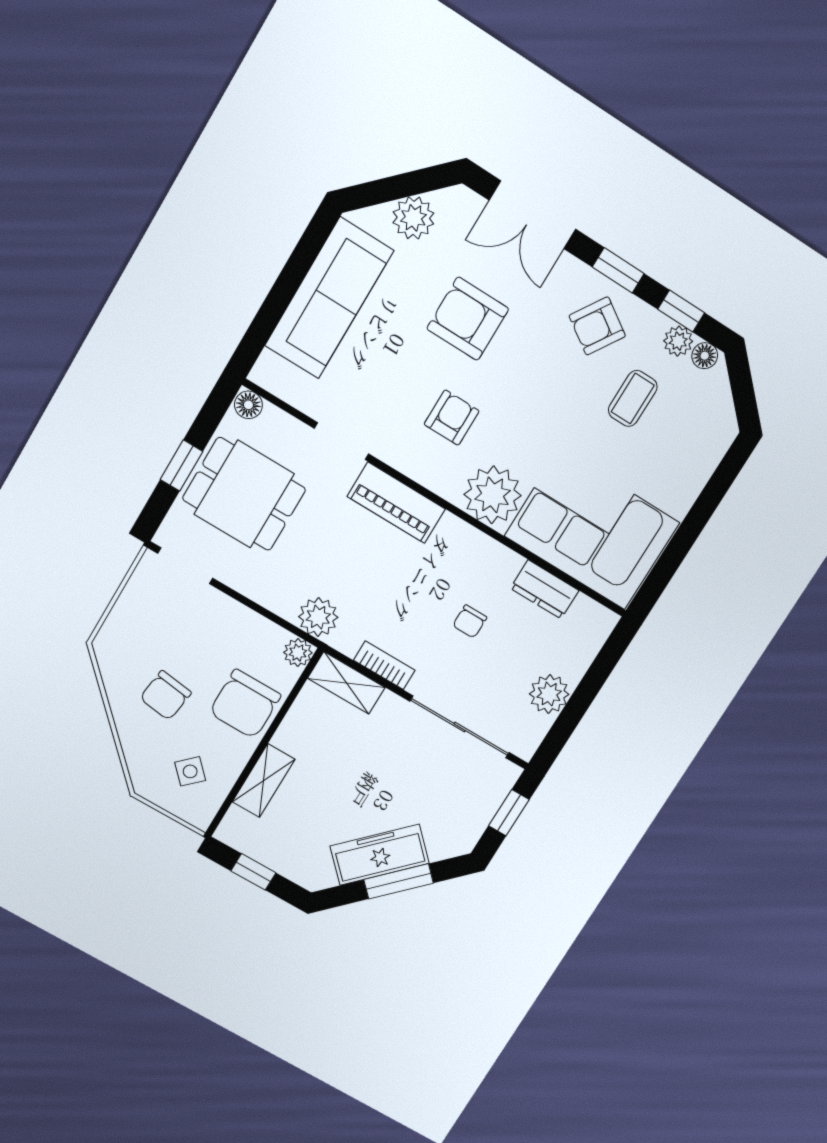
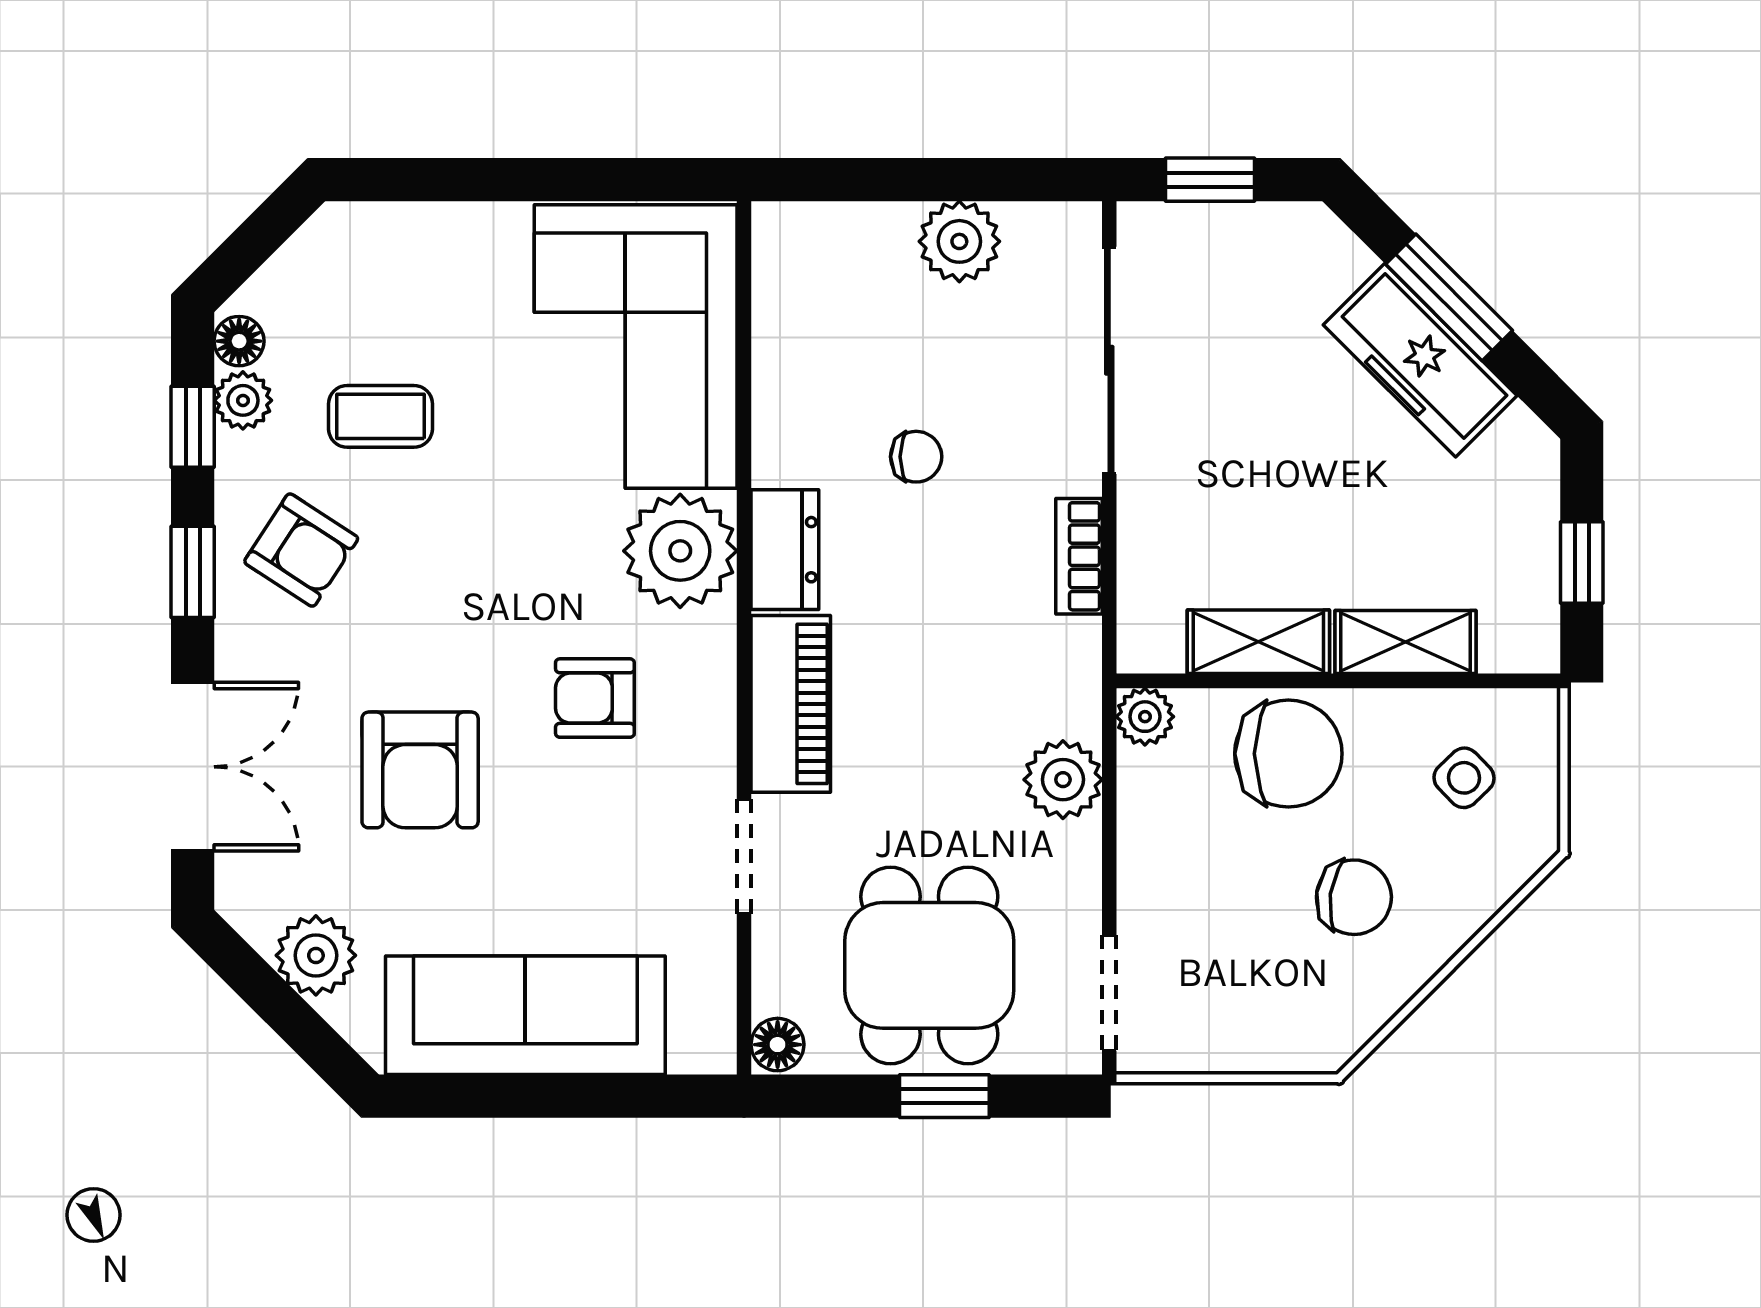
dresser: (545, 589) -> (785, 550), moved
plant: (318, 617) -> (1063, 780), moved
shelving: (346, 683) -> (1258, 642), moved, turned 90

